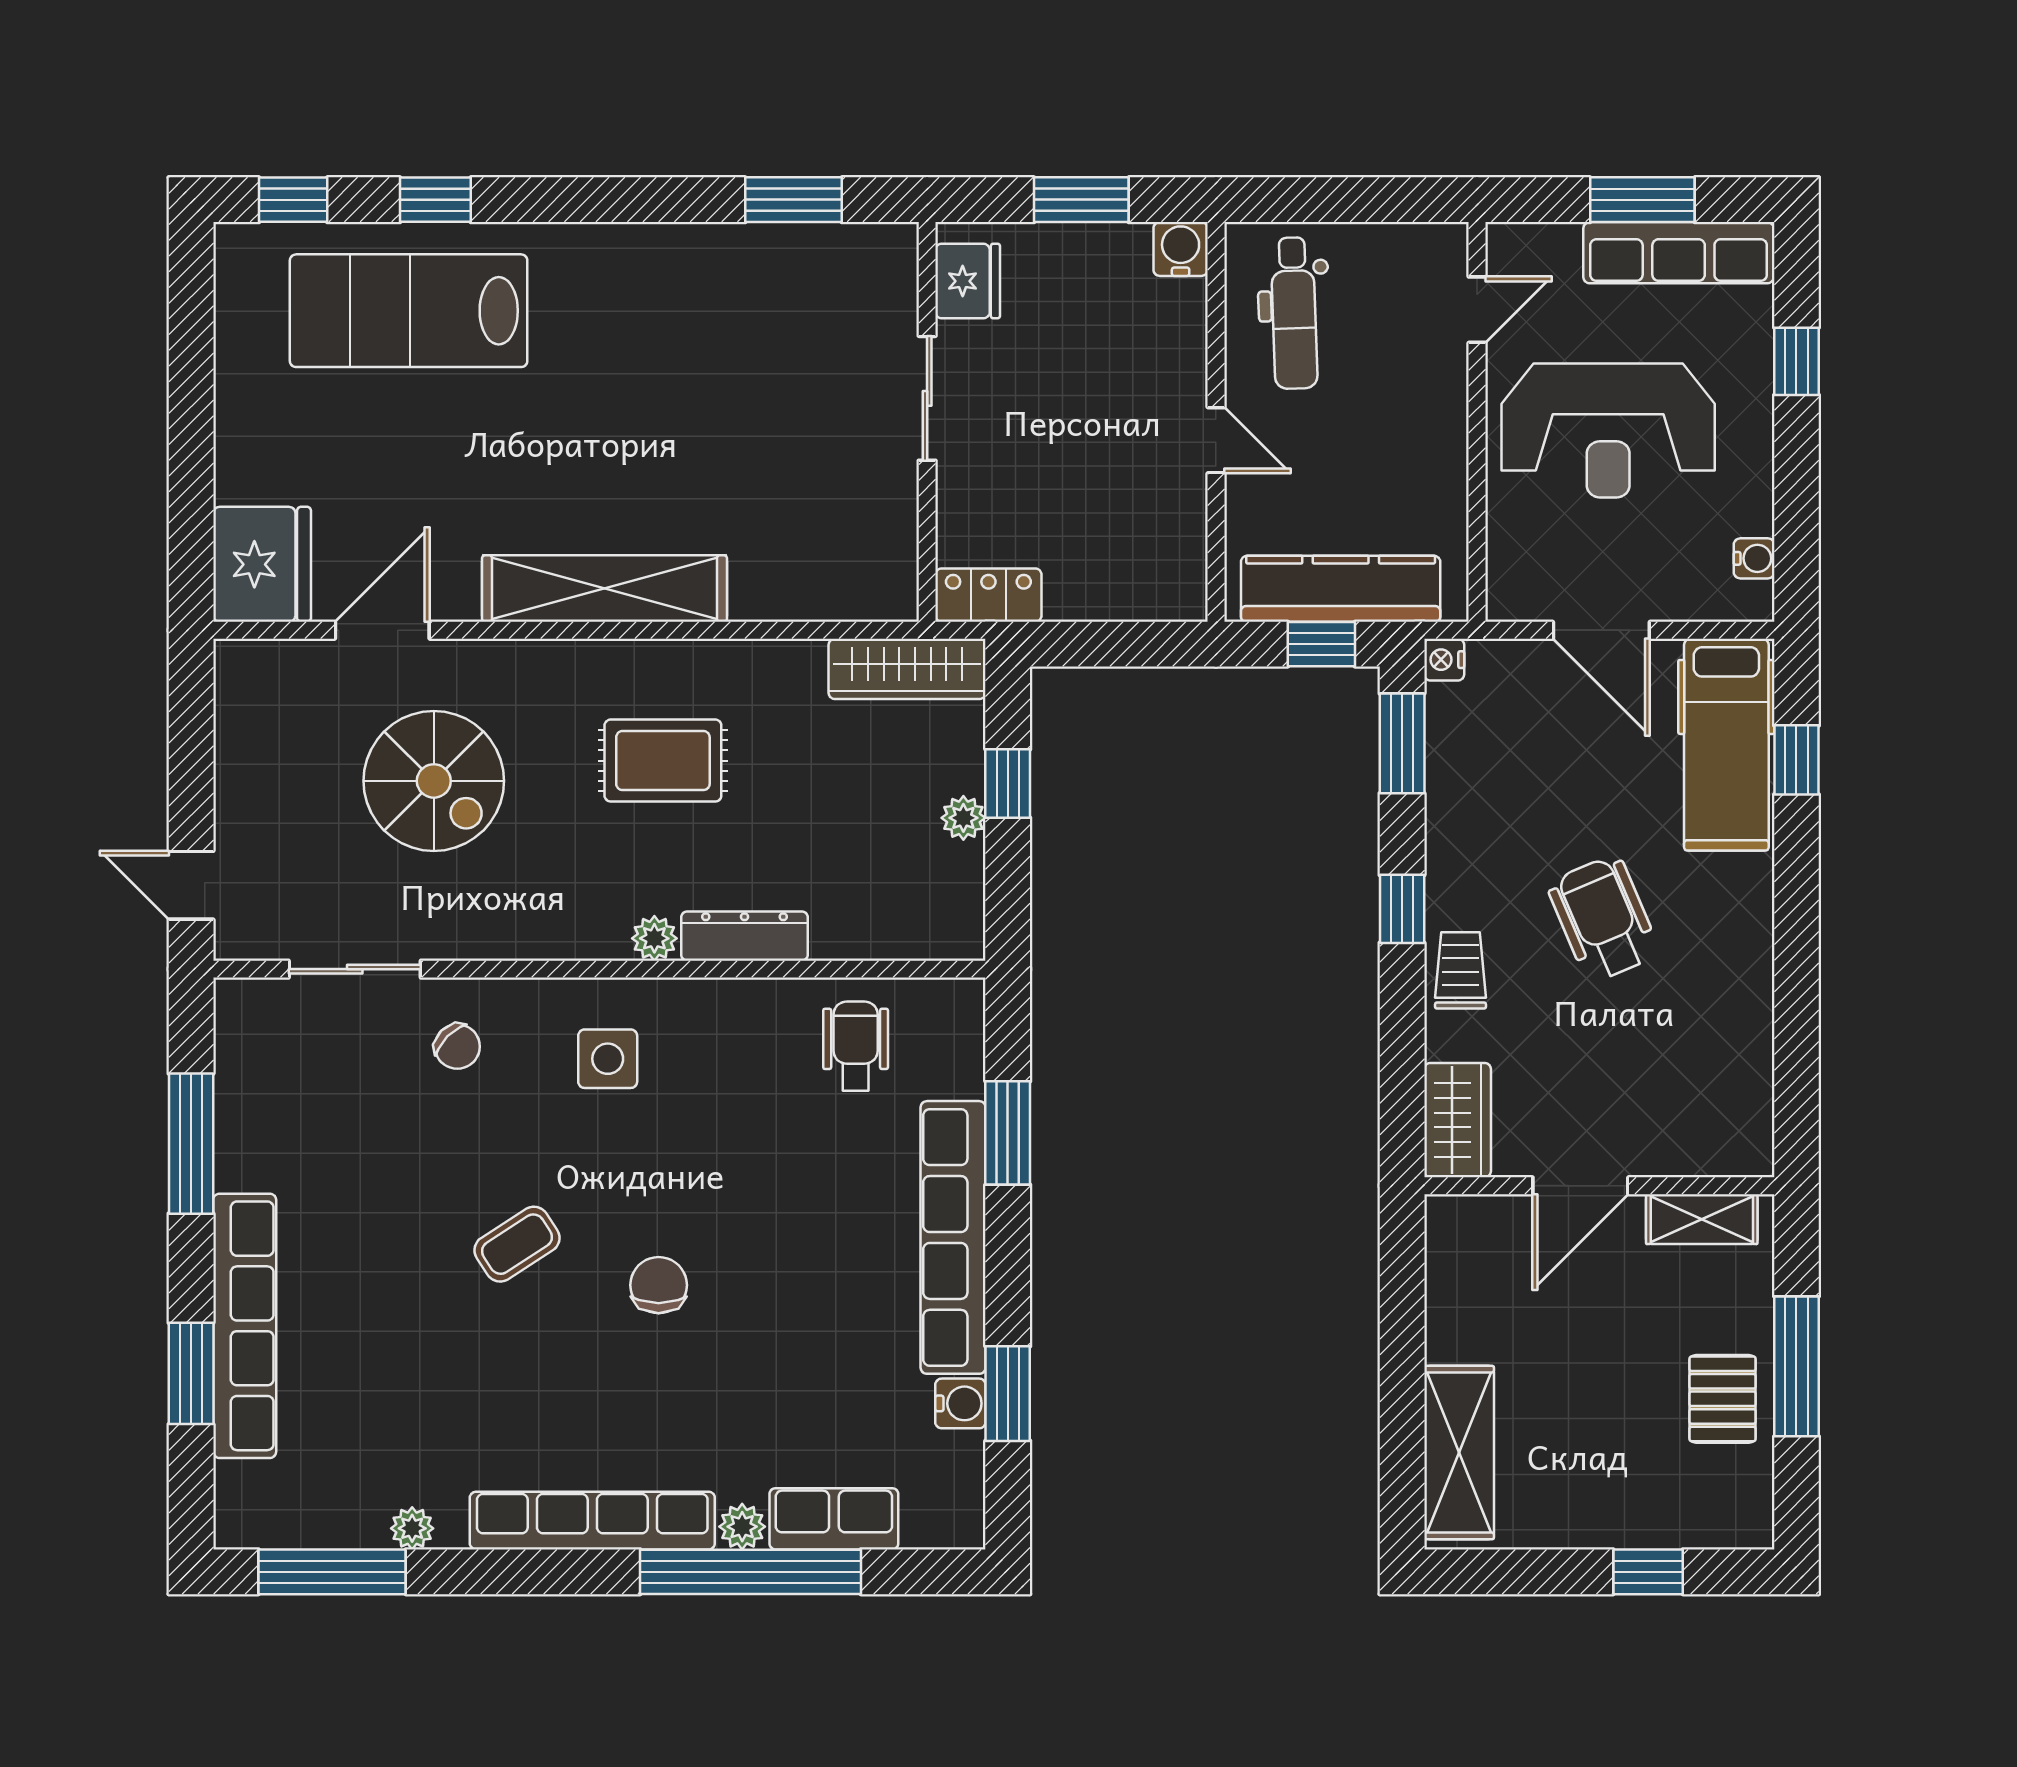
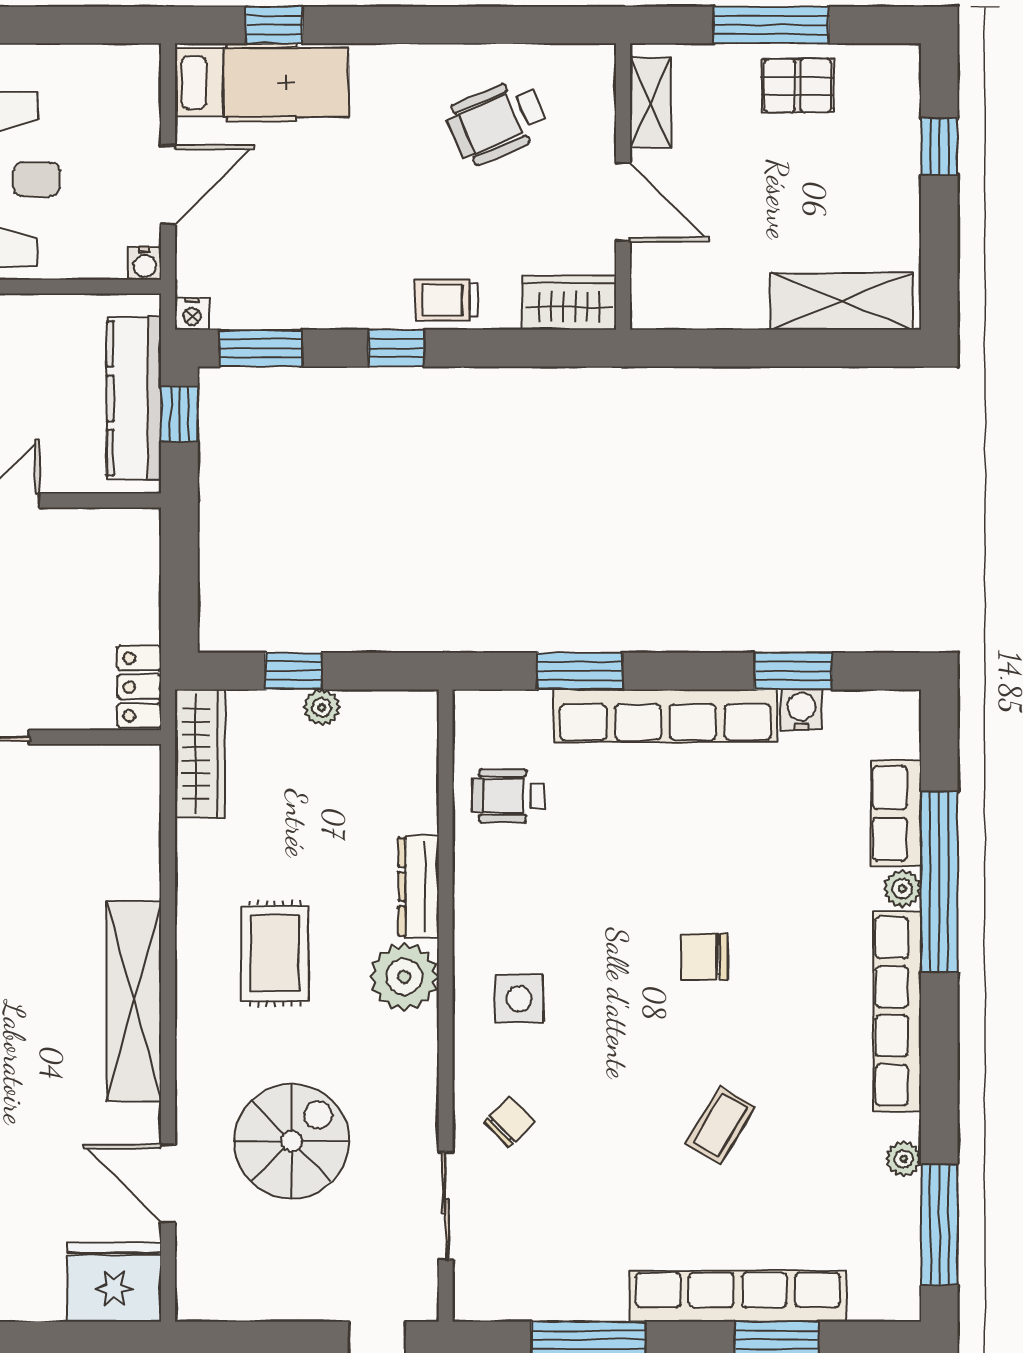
water cooler: (1754, 558) -> (145, 263), moved, turned 180
wheelchair: (1603, 919) -> (497, 122), moved
plant: (654, 938) -> (404, 977), width x1.88, depth x1.88
coffee table: (517, 1244) -> (720, 1125), moved, turned 64

